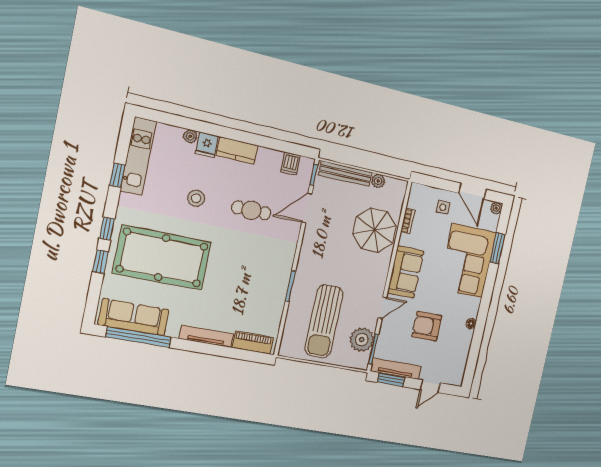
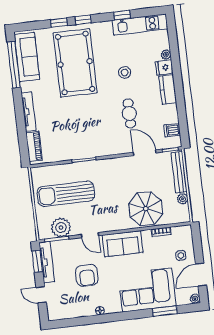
armchair: (427, 326) -> (87, 275), turned 180

